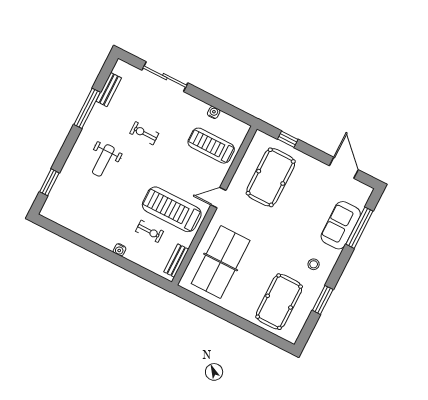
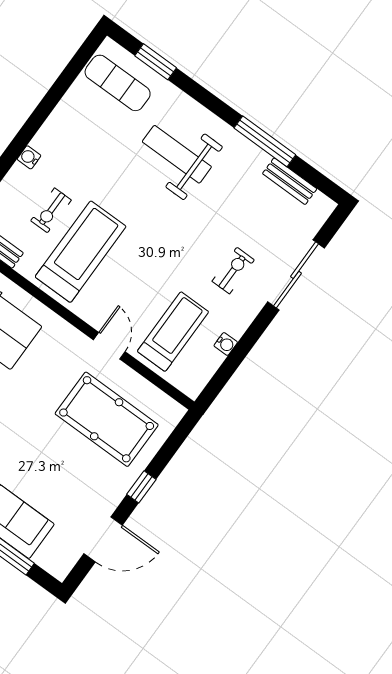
exercise bike: (144, 133) -> (233, 271), moved
window: (288, 139) -> (141, 487), moved
weight bench: (103, 160) -> (177, 154), width x1.36, depth x1.33
door: (218, 198) -> (109, 346), moved
exercise mat: (66, 203) -> (118, 83), added

